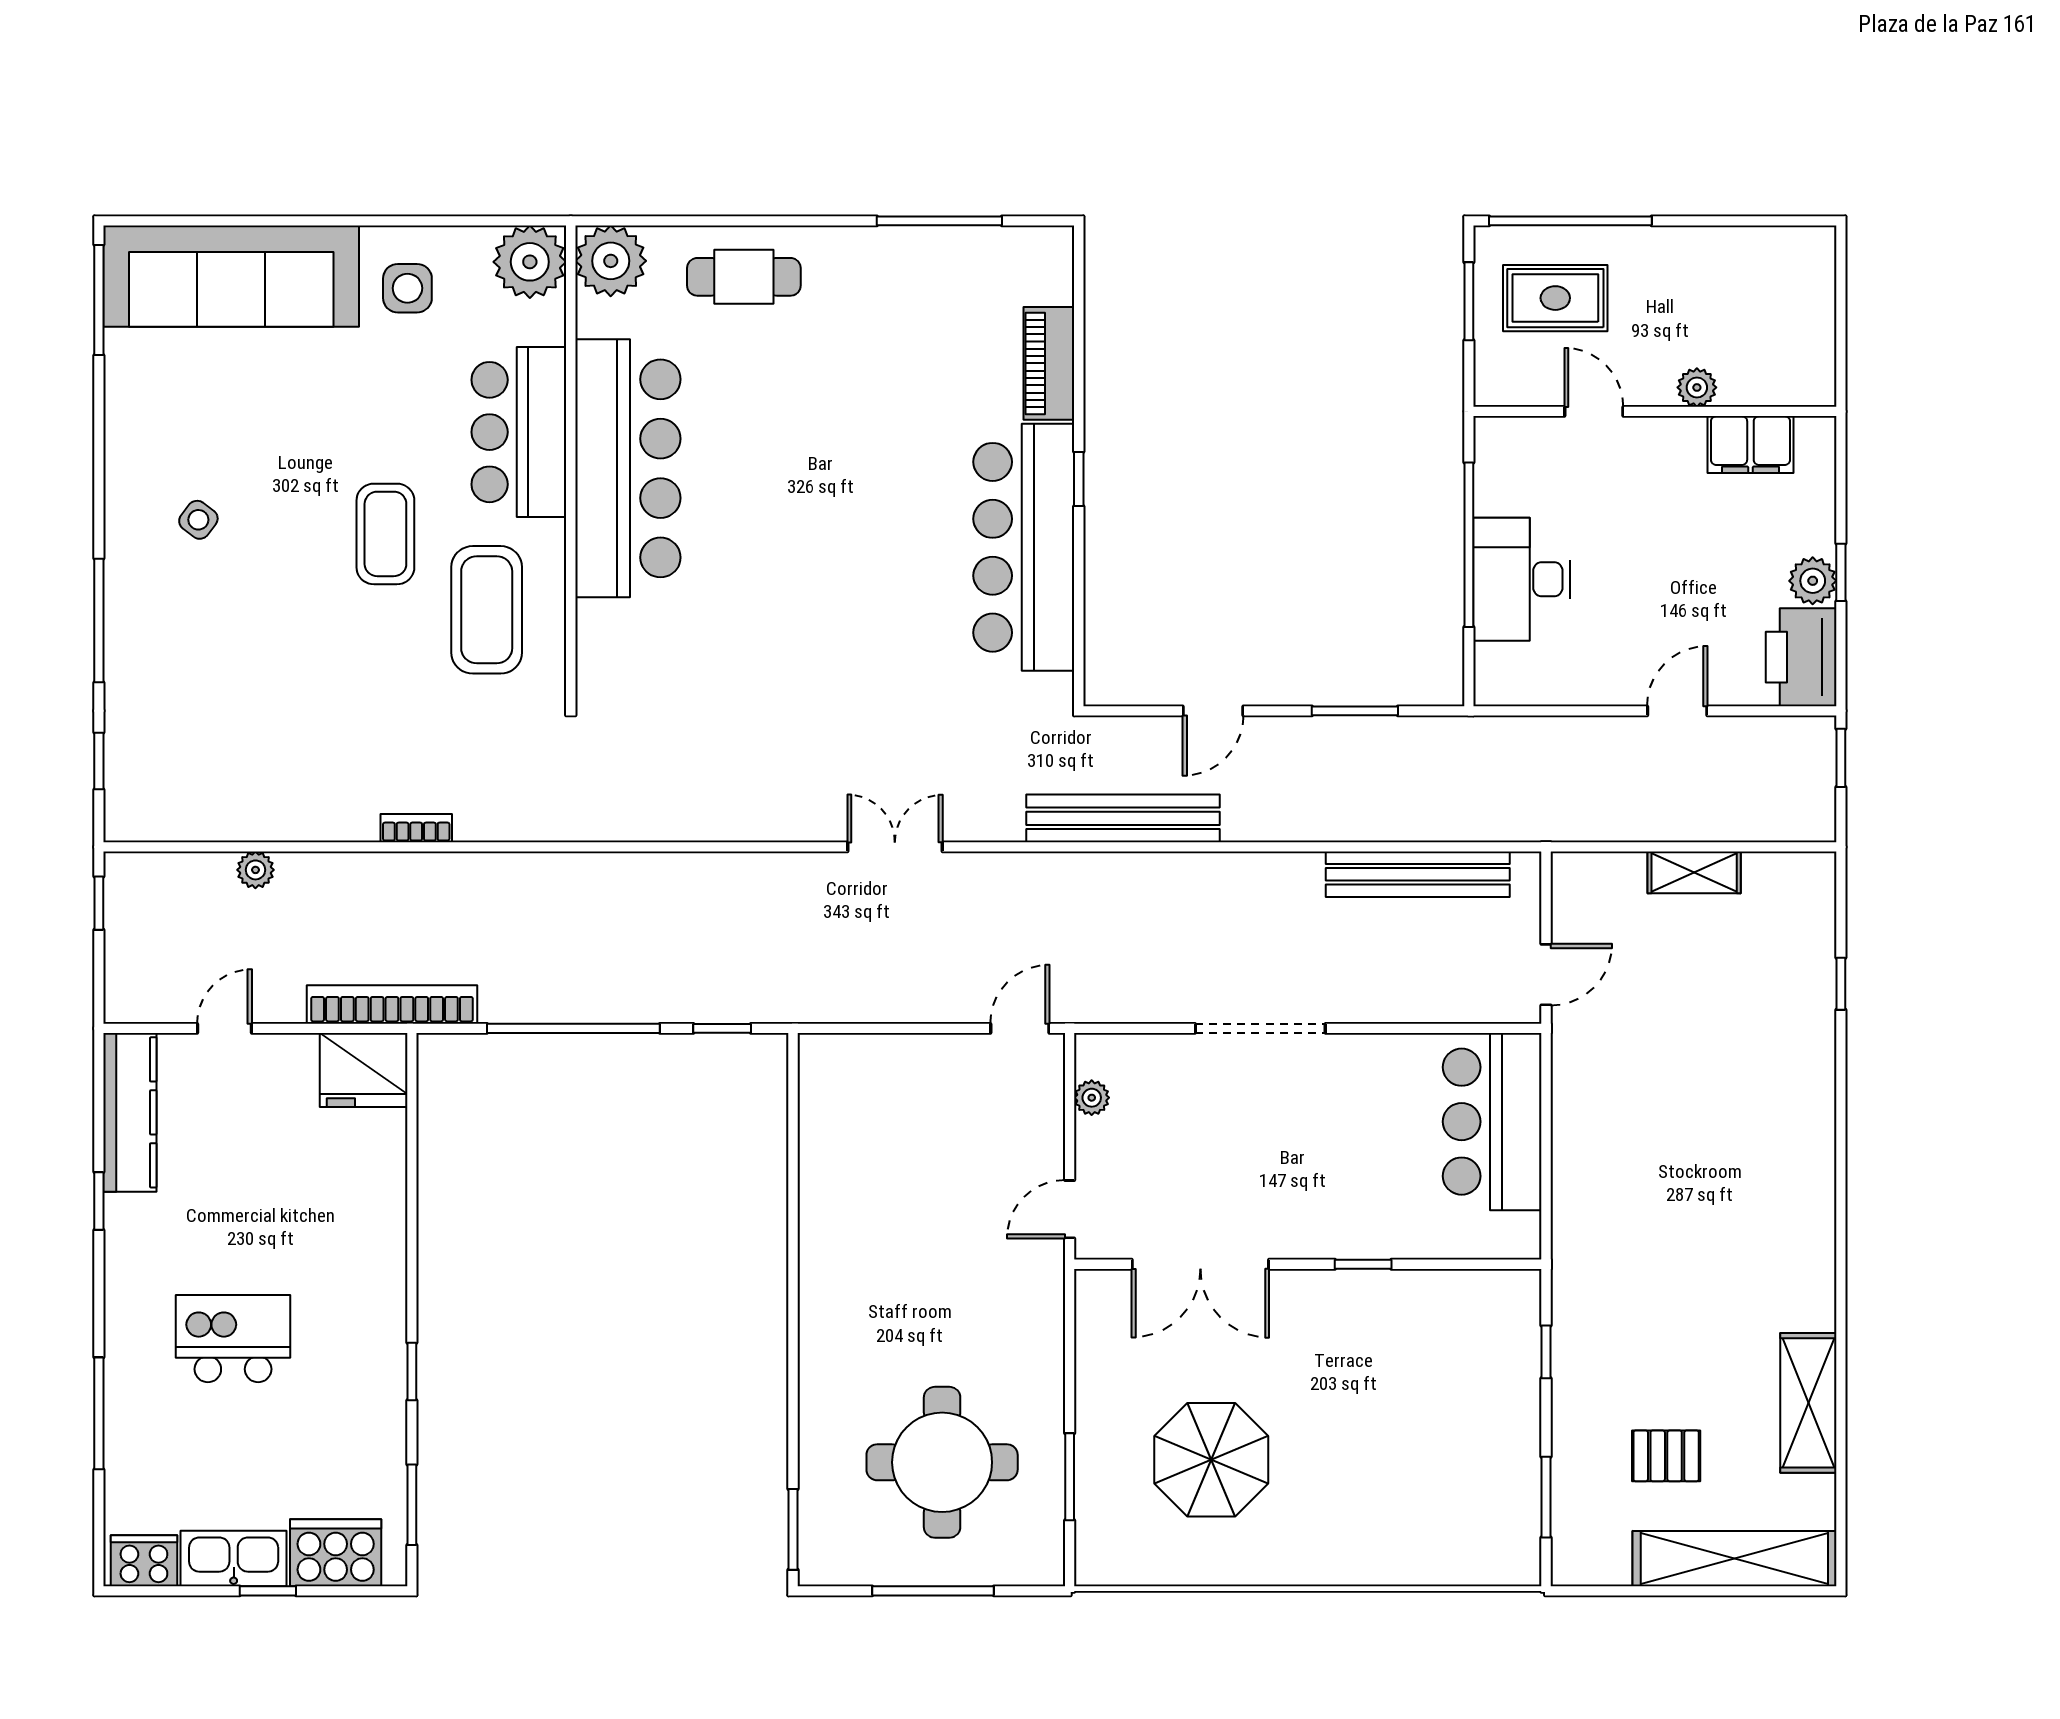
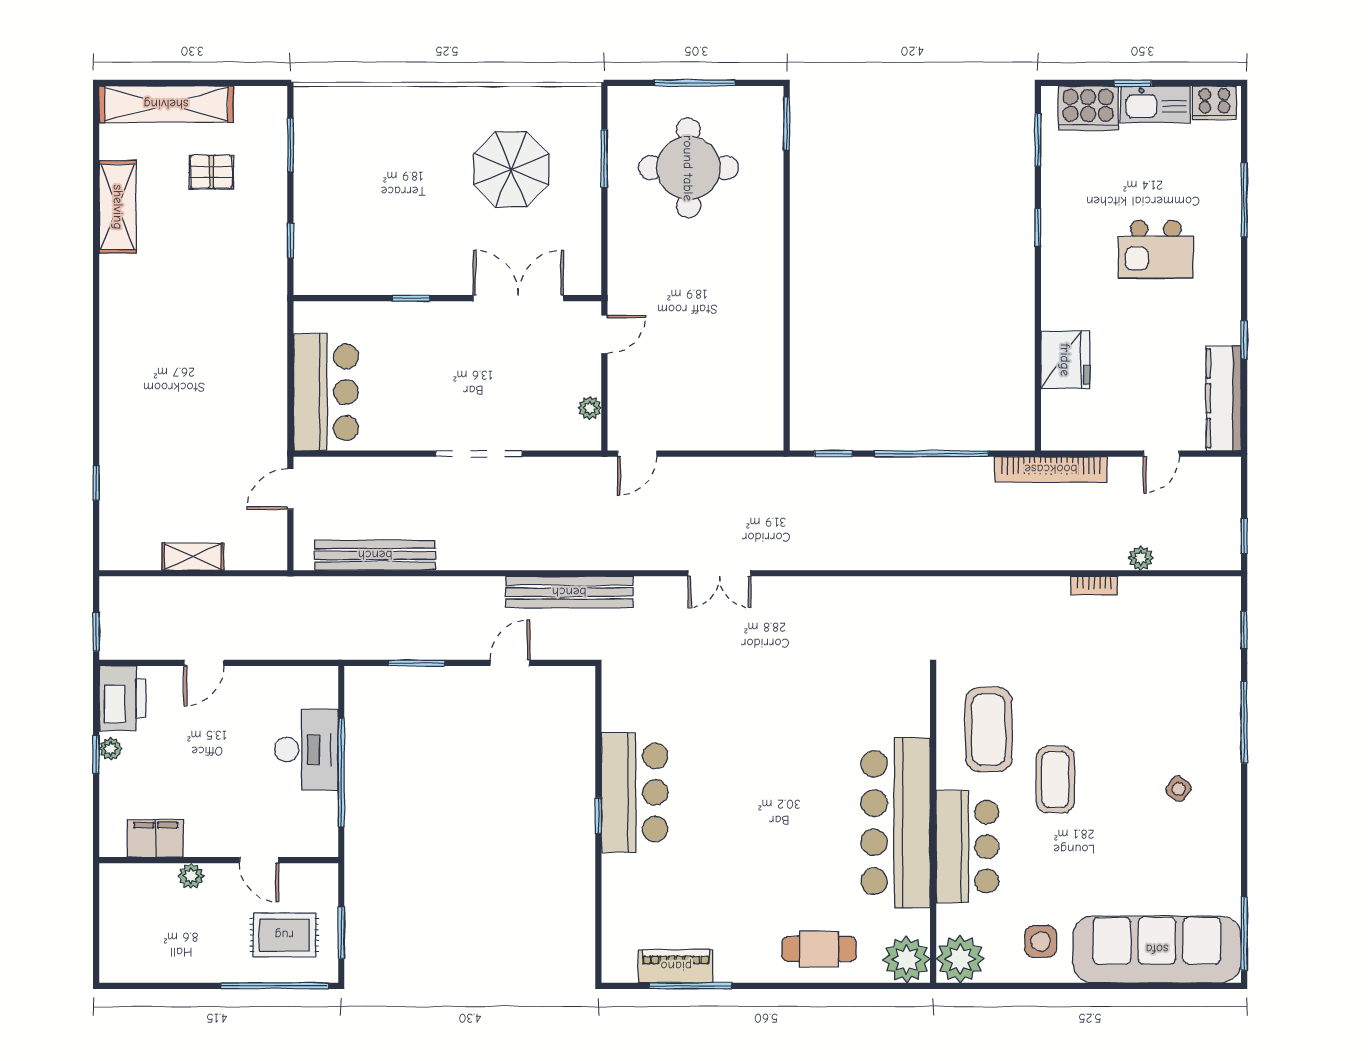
piano: (1049, 363) -> (676, 966), moved, turned -90
bar counter: (1024, 547) -> (635, 792), width x0.73
plant: (1813, 581) -> (110, 749), width x0.73, depth x0.73
bookcase: (416, 828) -> (1094, 586), moved
fridge: (364, 1070) -> (1065, 360), moved, turned 90

